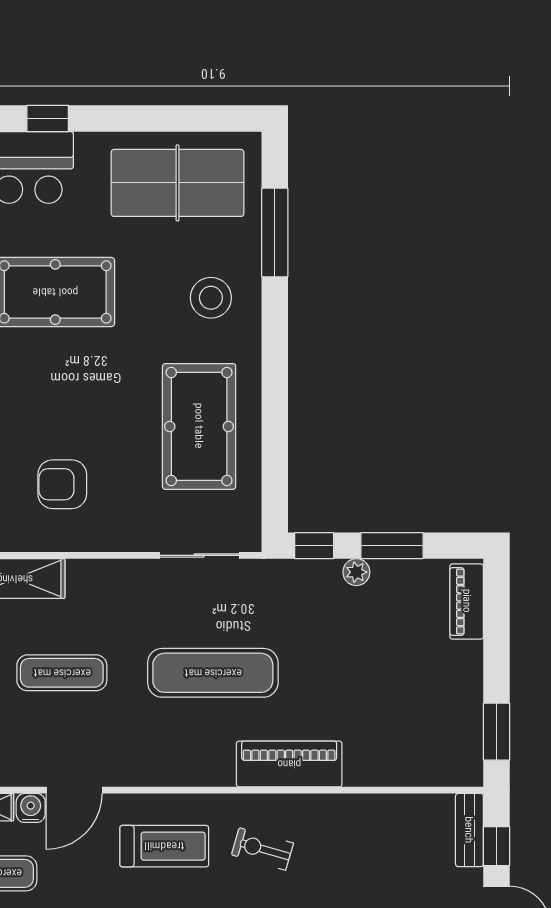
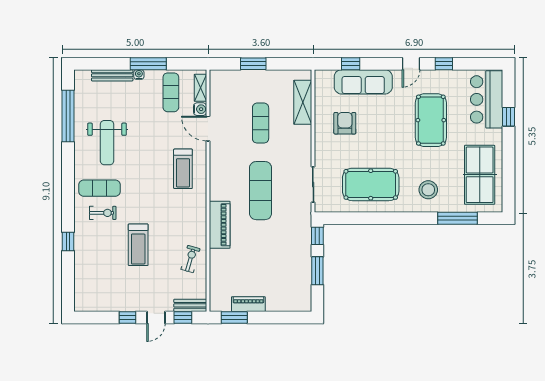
plant: (356, 572) -> (306, 255), removed
piano: (467, 601) -> (248, 304), moved
exercise bike: (262, 849) -> (190, 259), moved

